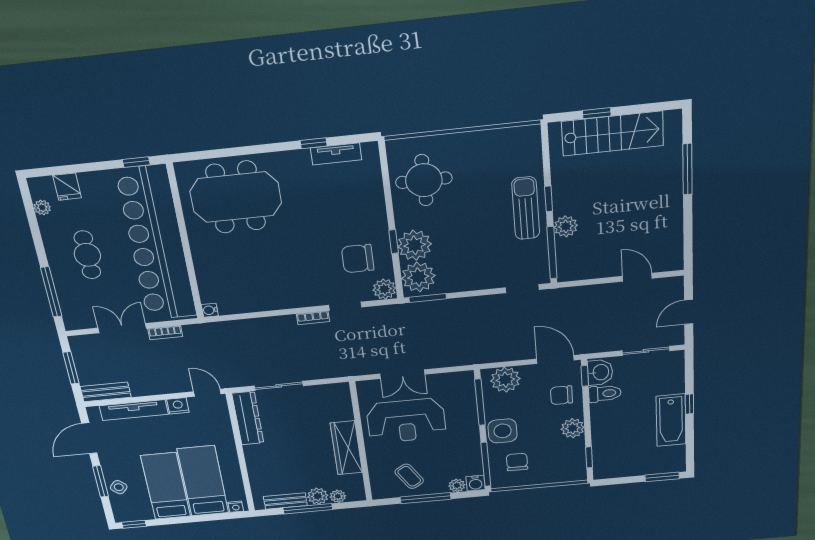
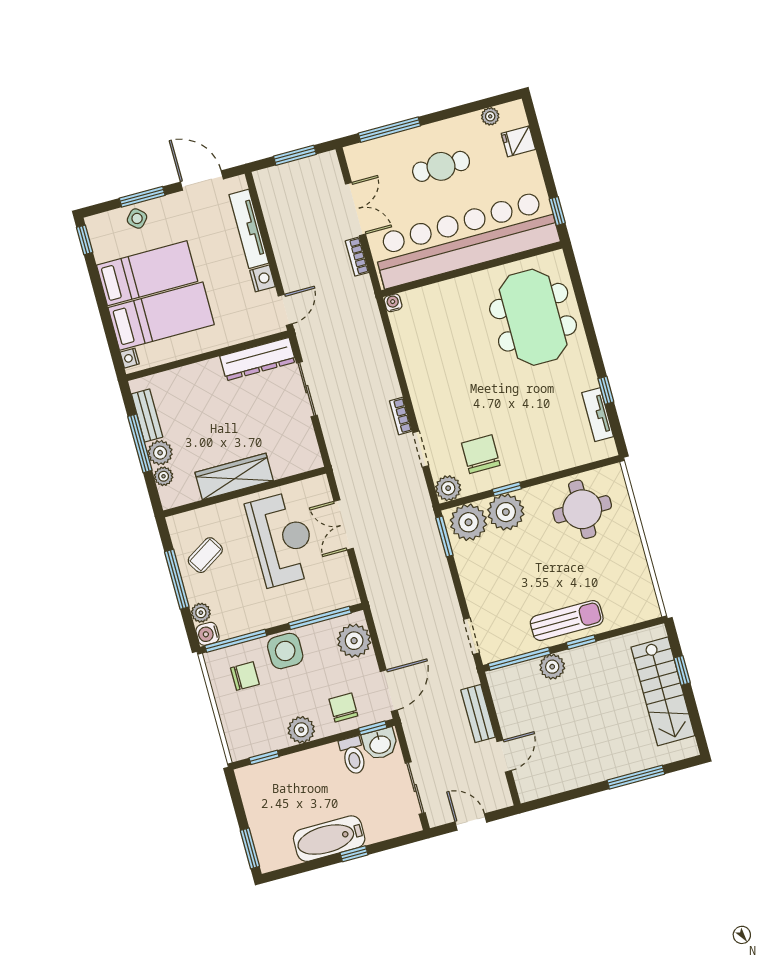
bench: (106, 392) -> (478, 714), moved
reception desk: (406, 421) -> (282, 539), turned 180

